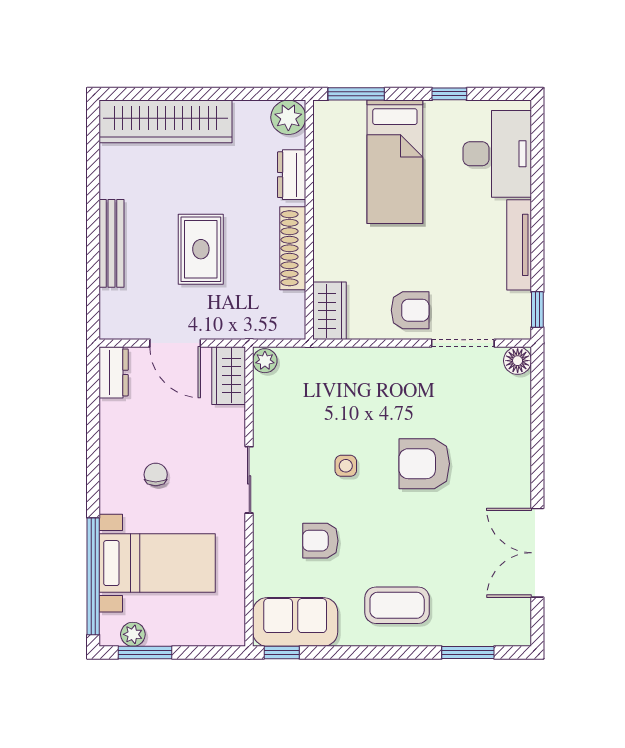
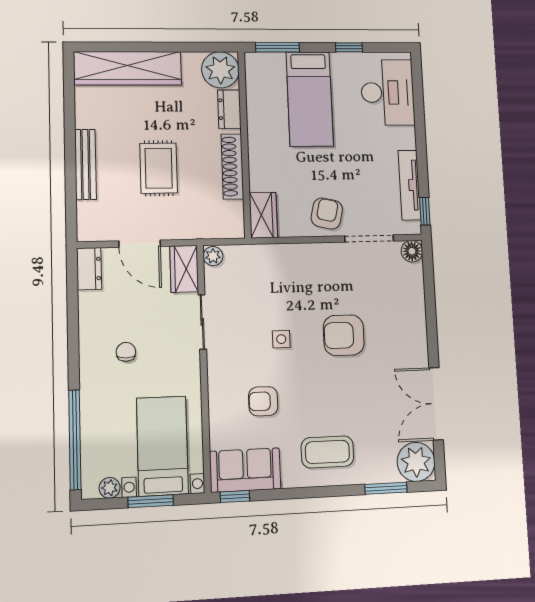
plant: (288, 117) -> (220, 70), width x1.36, depth x1.36
tv unit: (519, 245) -> (409, 185), moved
armchair: (410, 310) -> (327, 214), turned -77
sliding door: (249, 480) -> (202, 322), moved
bed with nightstands: (157, 563) -> (162, 446), moved, turned -90
plant: (508, 623) -> (416, 462), added
window: (145, 652) -> (151, 501), moved

